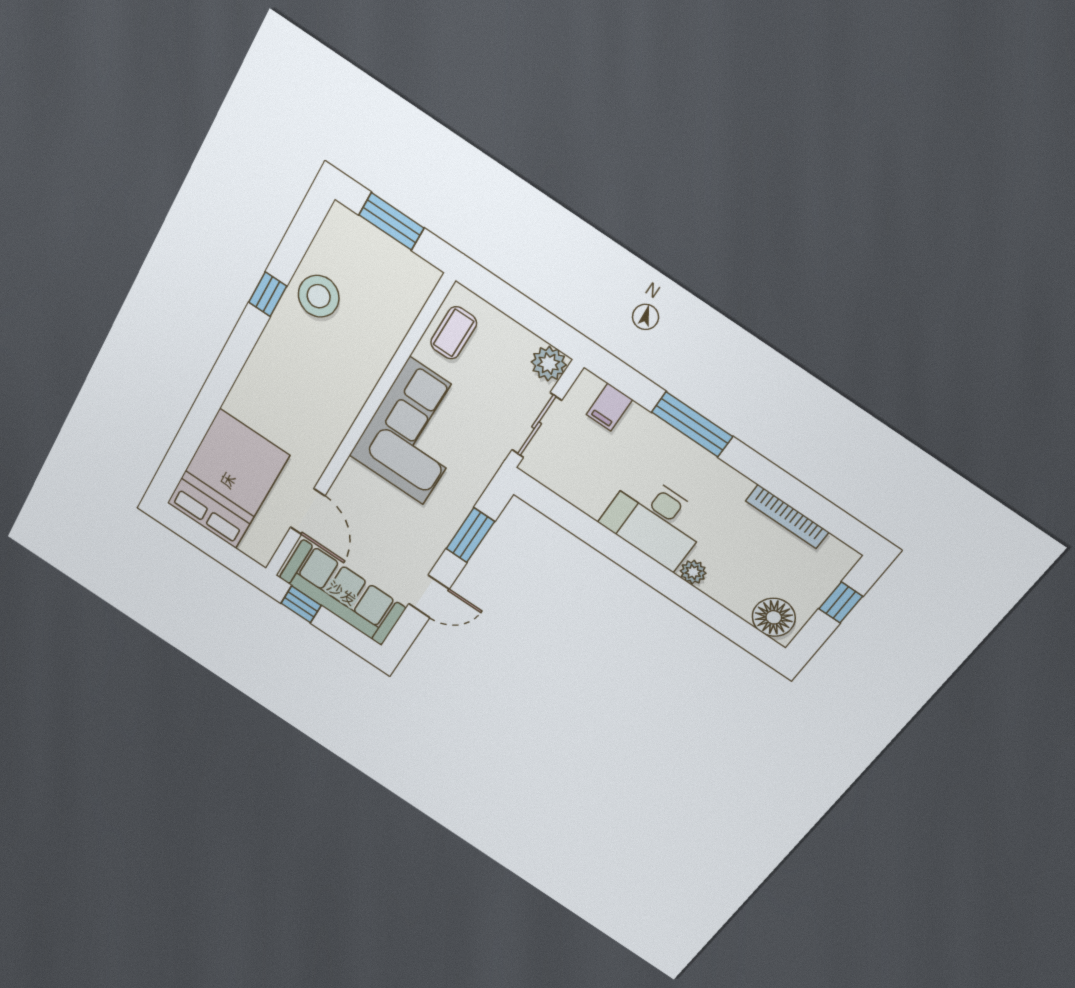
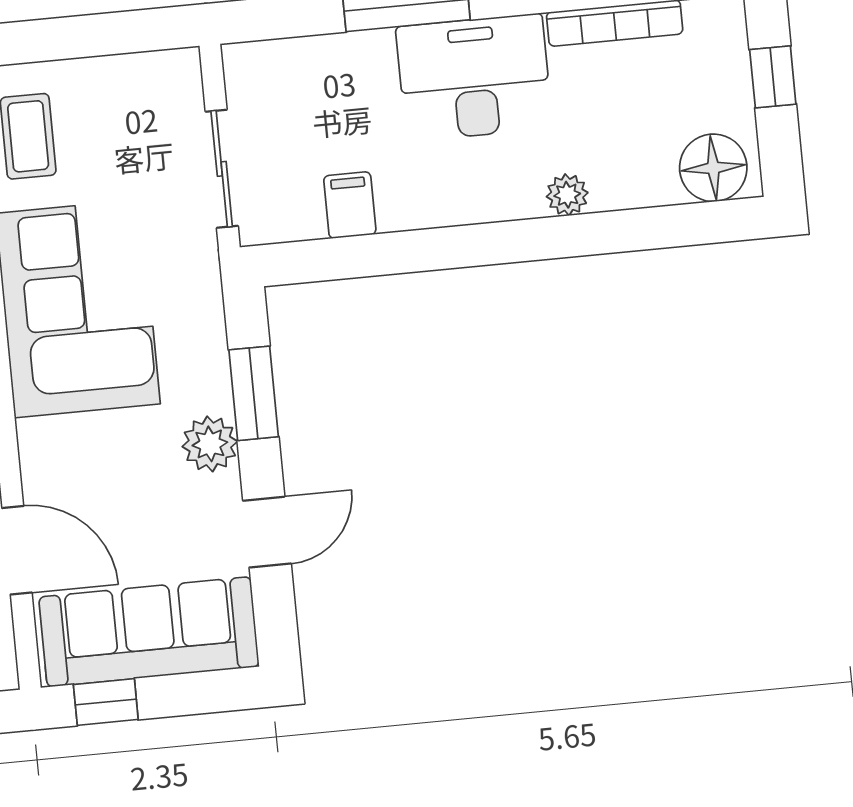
plant: (549, 364) -> (210, 444), moved
filing cabinet: (609, 407) -> (350, 205), moved, turned 180
desk: (655, 521) -> (474, 77), moved, turned 180

